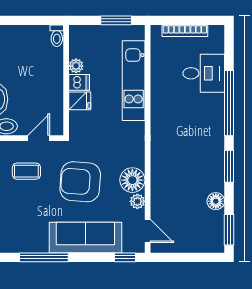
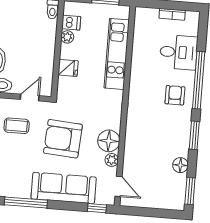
bookcase: (185, 31) -> (172, 14), width x0.64
dishwasher: (79, 82) -> (71, 23), moved
armchair: (203, 122) -> (175, 95), added

